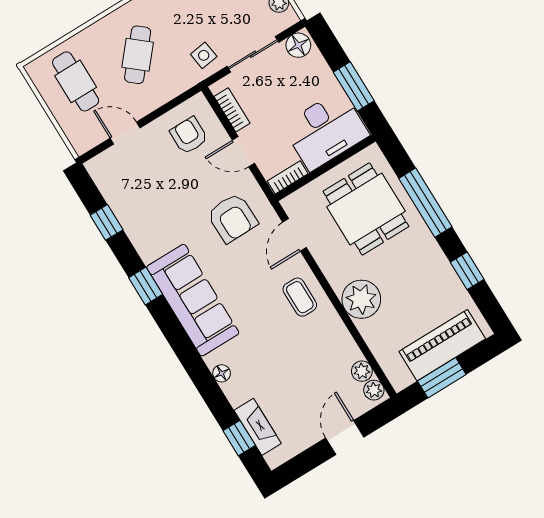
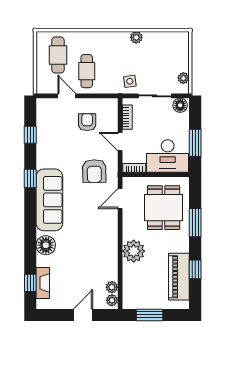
cafe table: (138, 55) -> (87, 71), moved, turned -40
armchair: (189, 135) -> (87, 122), moved
window: (425, 203) -> (195, 223), width x0.69
coffee table: (300, 297) -> (104, 231), removed
piano: (442, 345) -> (179, 277), moved, turned -90
floor lamp: (222, 373) -> (46, 245), width x1.89, depth x1.89

